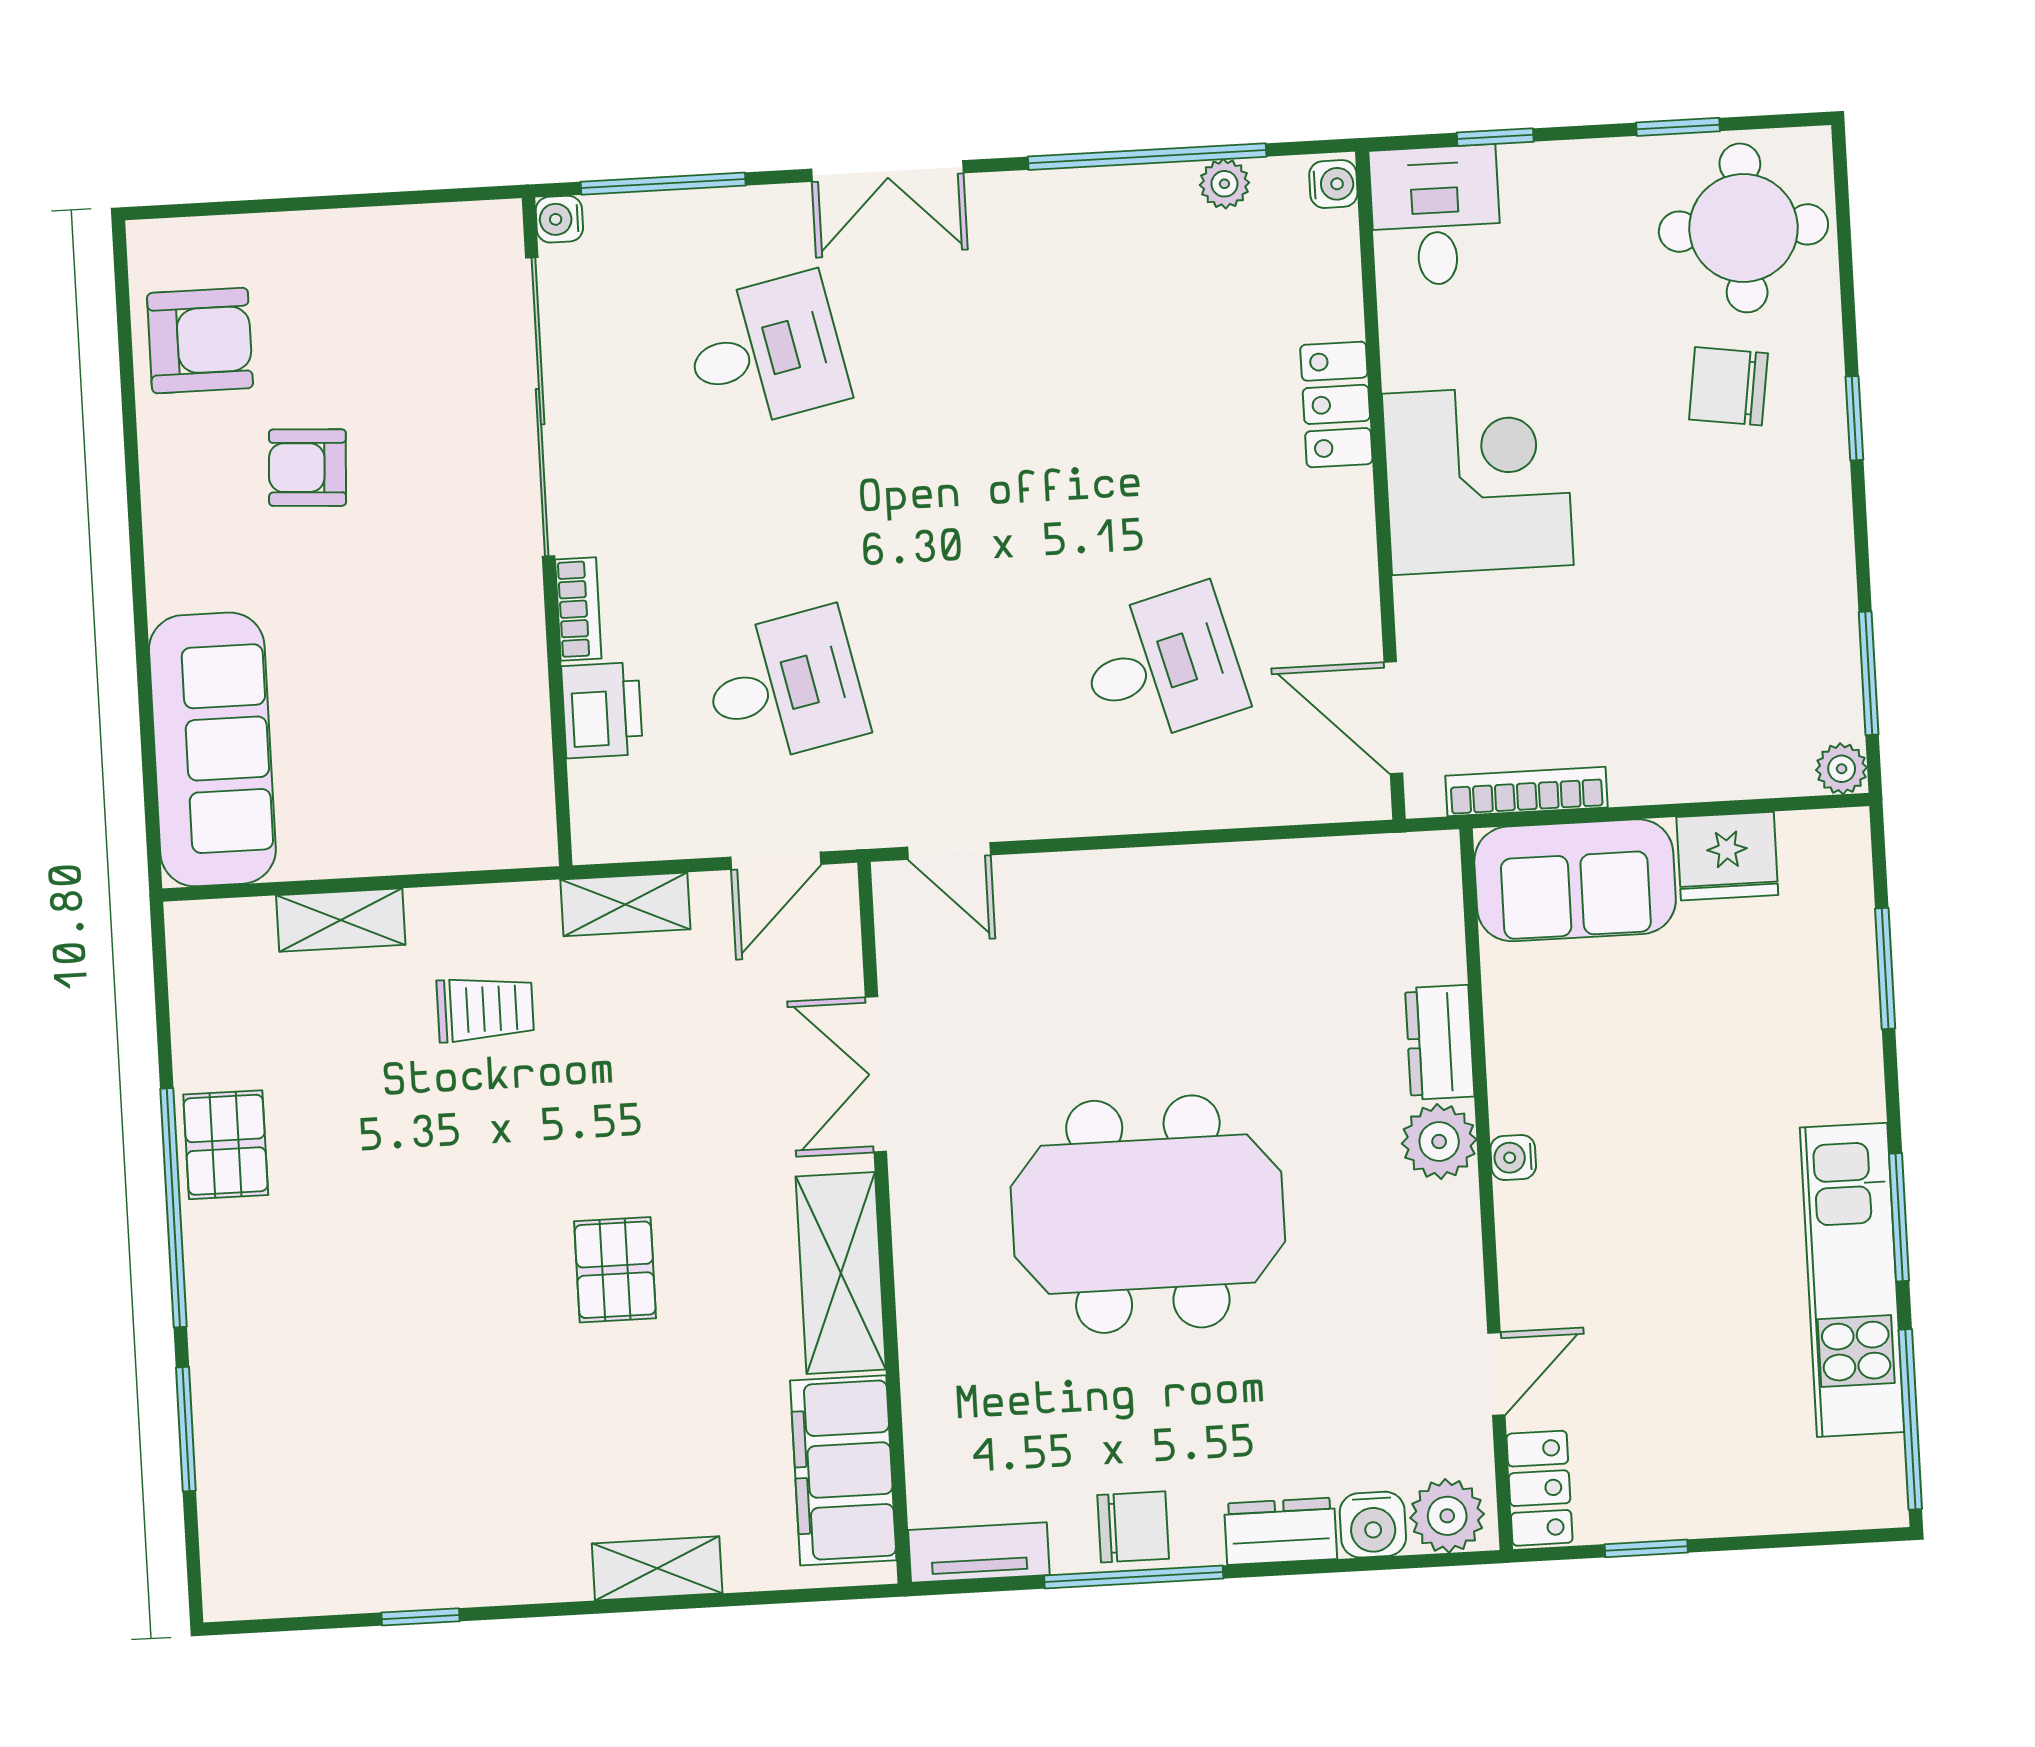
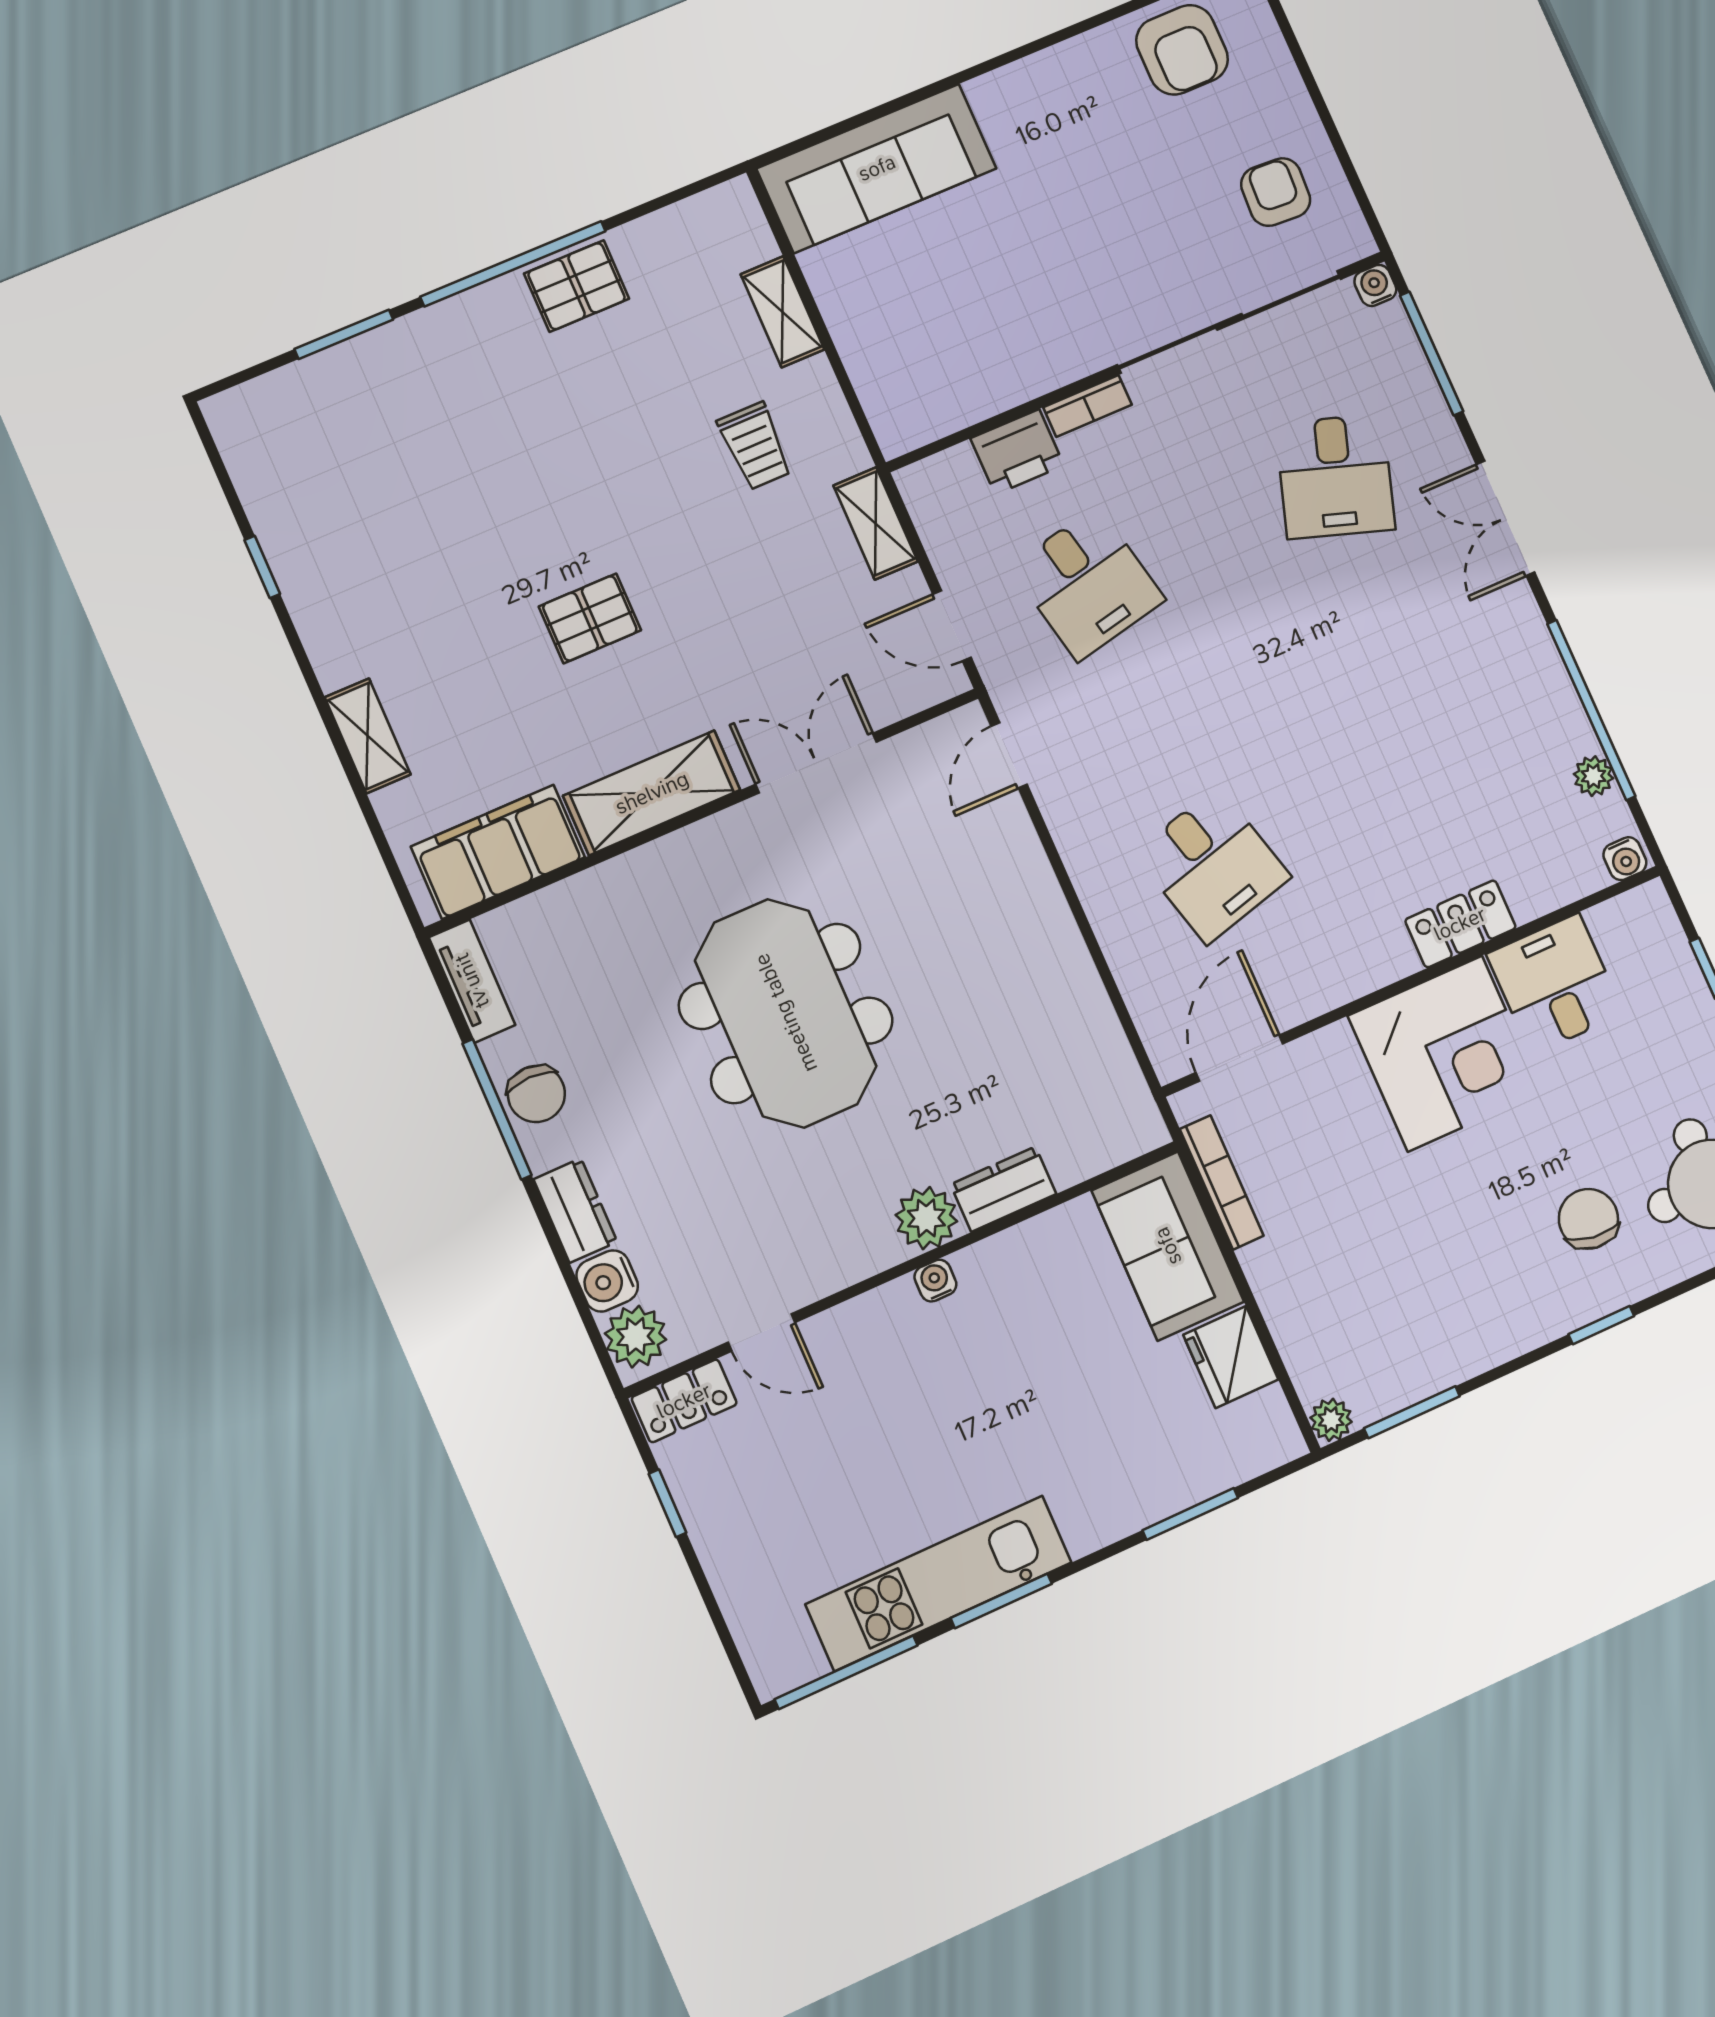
desk: (1436, 216) -> (1555, 984), moved, turned -90
desk: (766, 352) -> (1335, 476), turned 30
armchair: (307, 468) -> (1276, 192), moved

